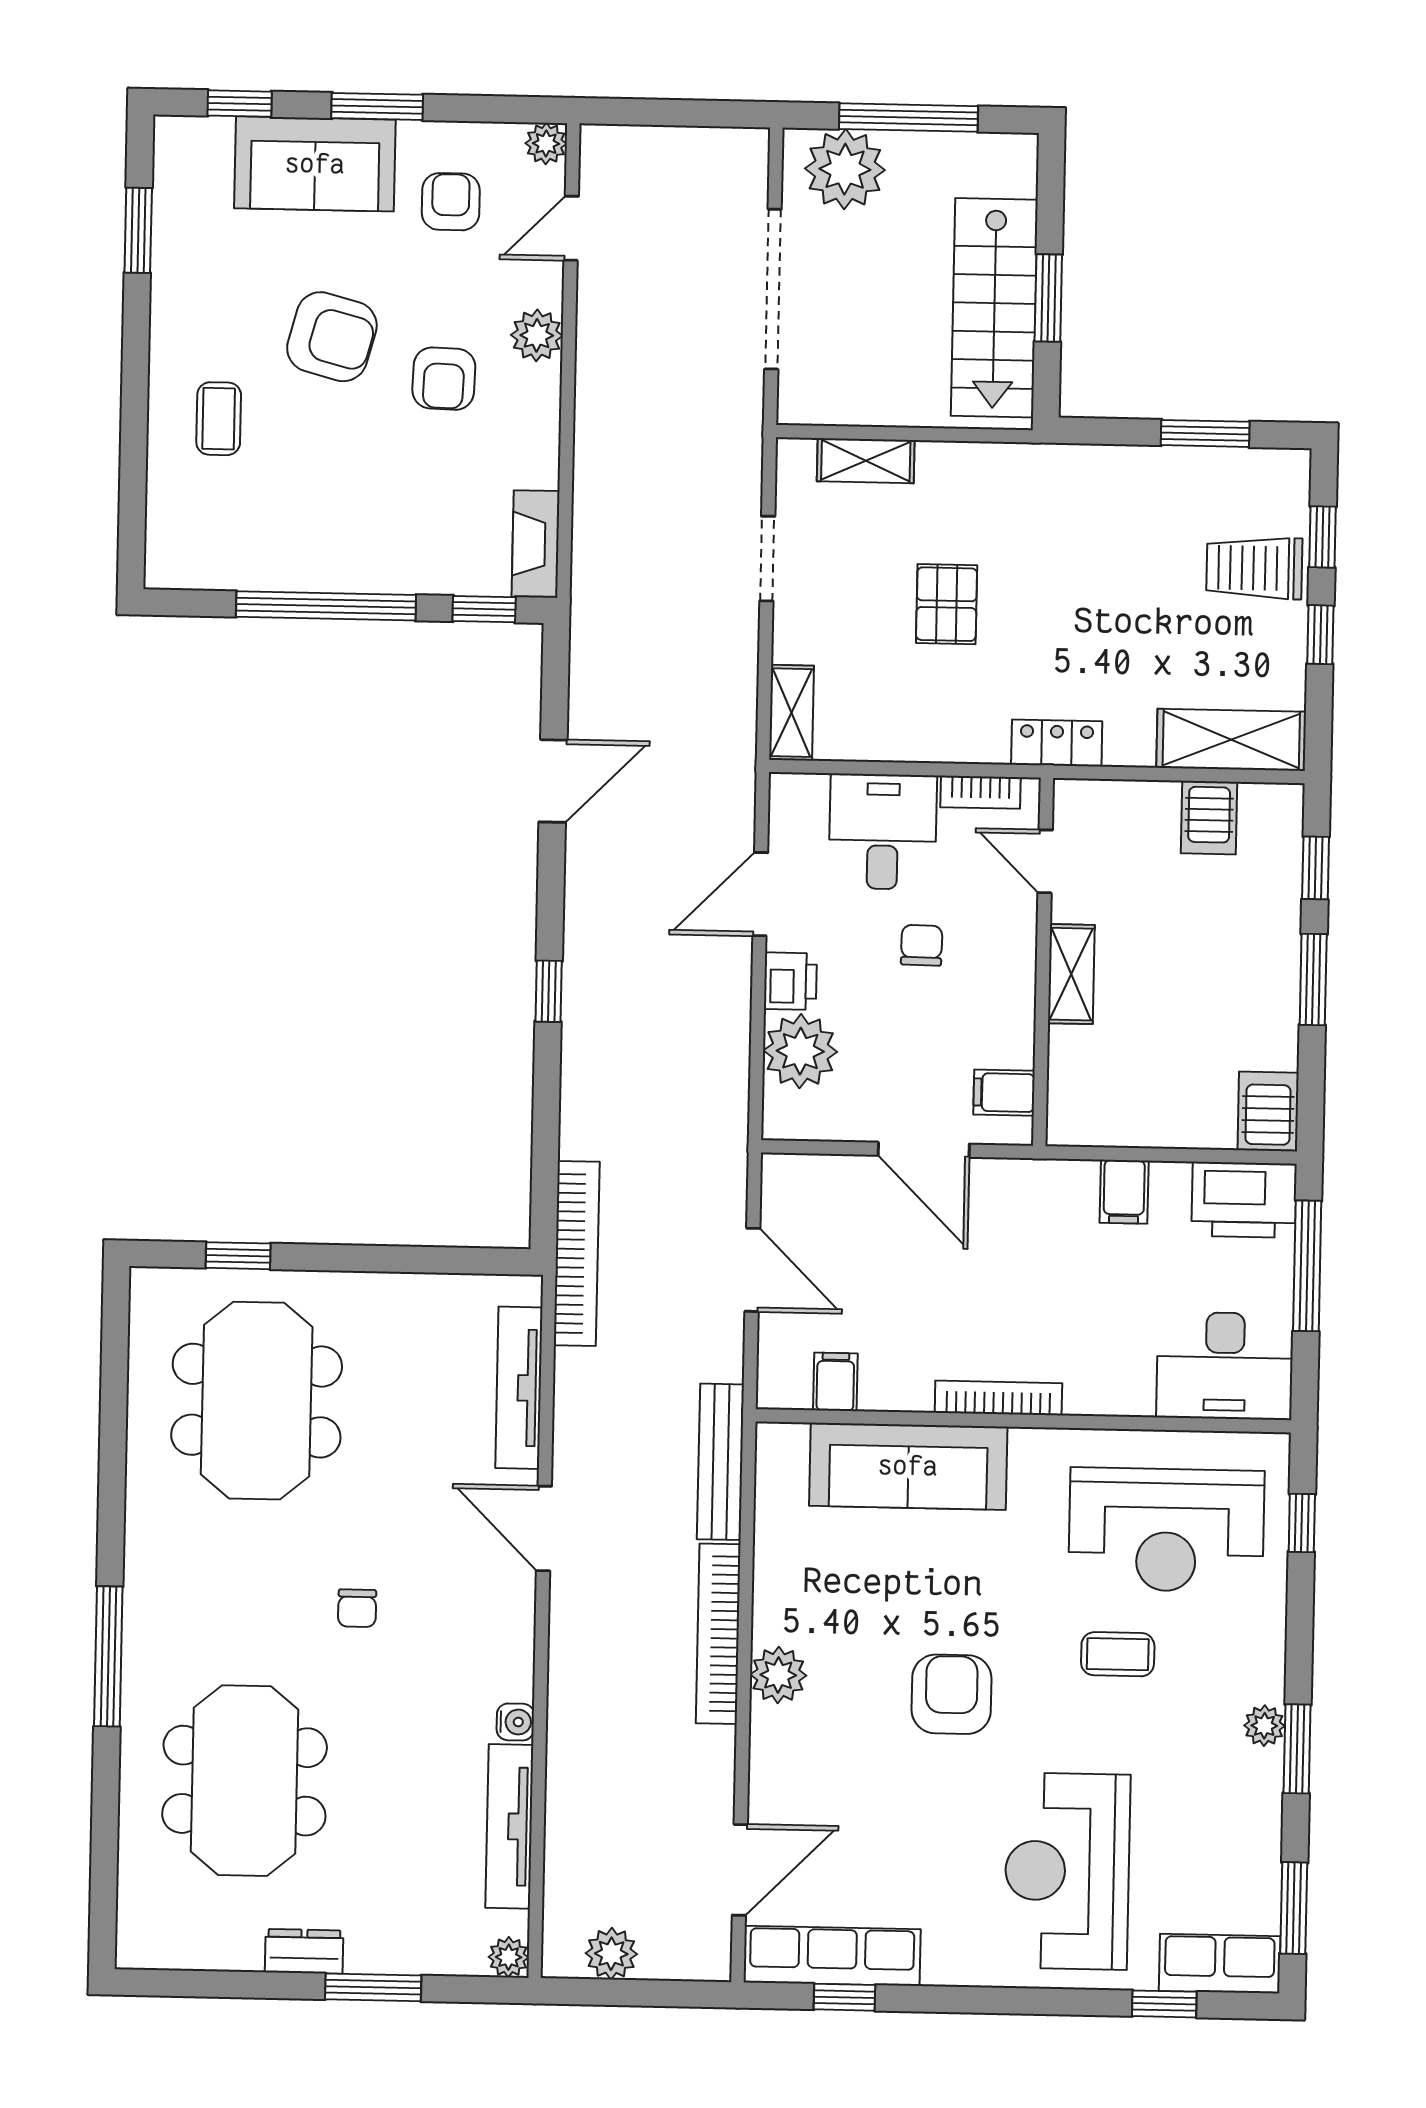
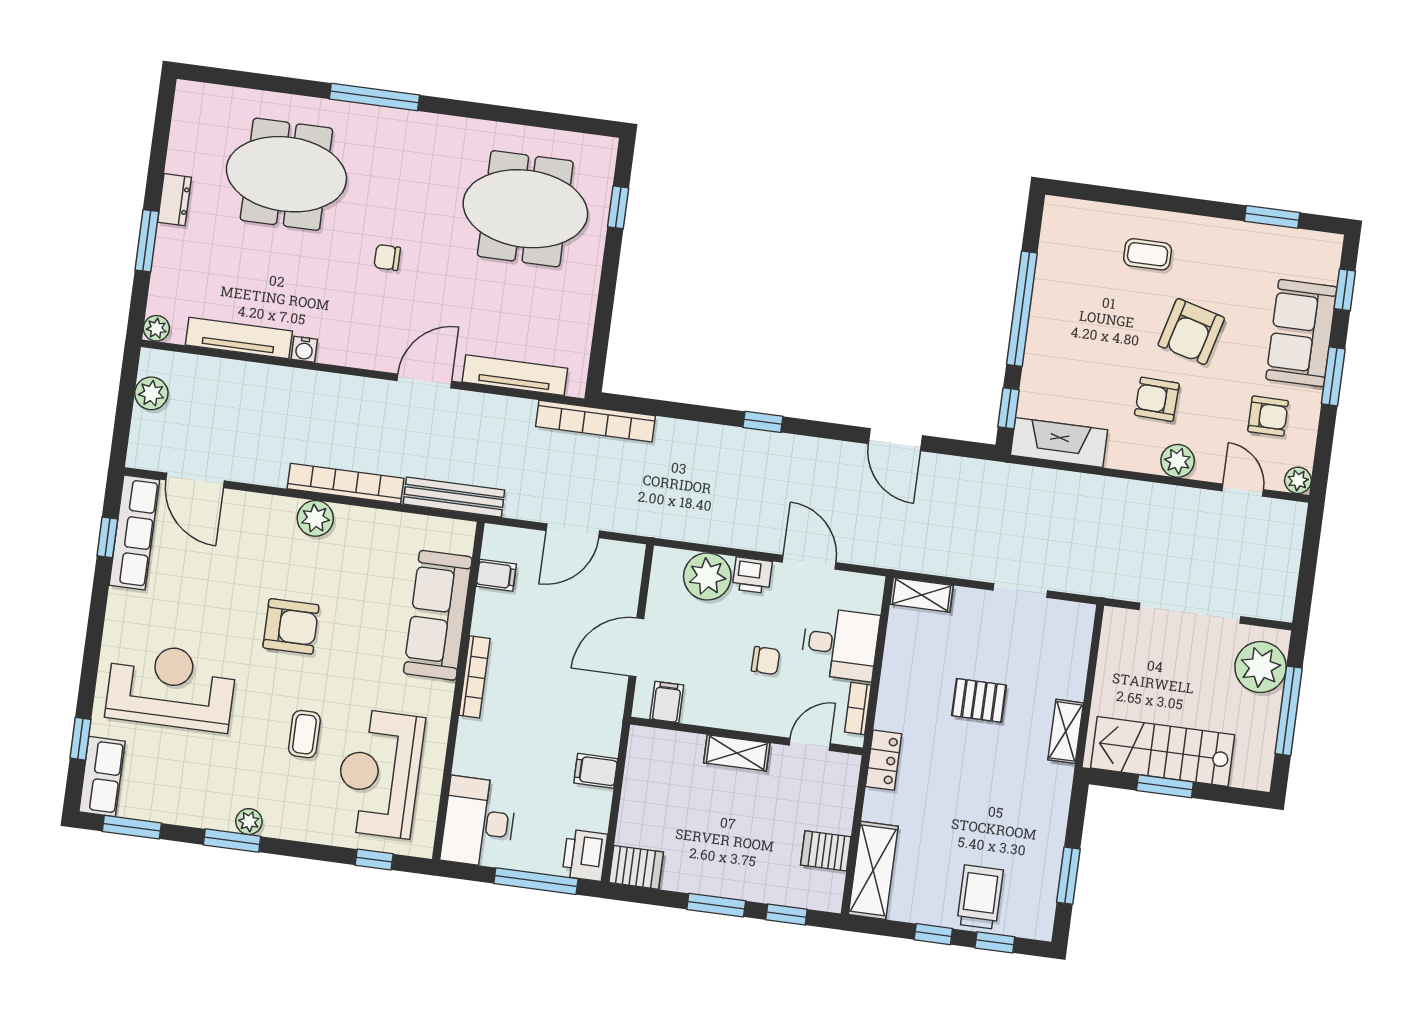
shelving: (866, 461) -> (1066, 731), moved
fireplace: (536, 544) -> (1059, 442), width x1.37, depth x1.32
printer: (1244, 1200) -> (585, 855), width x0.73, depth x0.84

